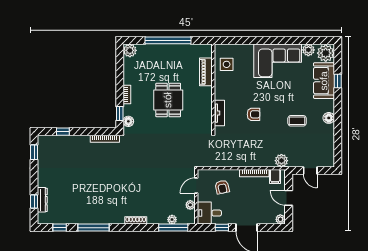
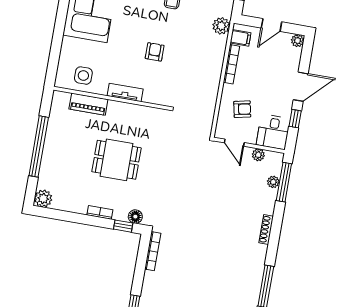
tv unit: (219, 113) -> (125, 92), moved

